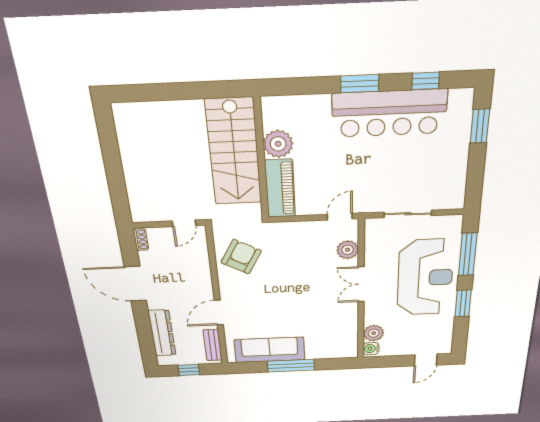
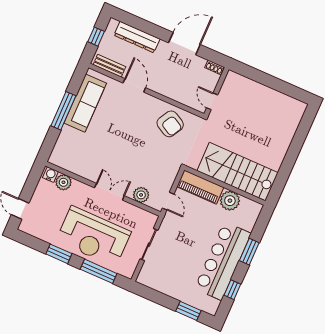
plant: (278, 144) -> (230, 201), moved
stairs: (234, 152) -> (238, 172), moved
wall: (261, 160) -> (225, 185), moved
piano: (280, 189) -> (200, 187), moved

